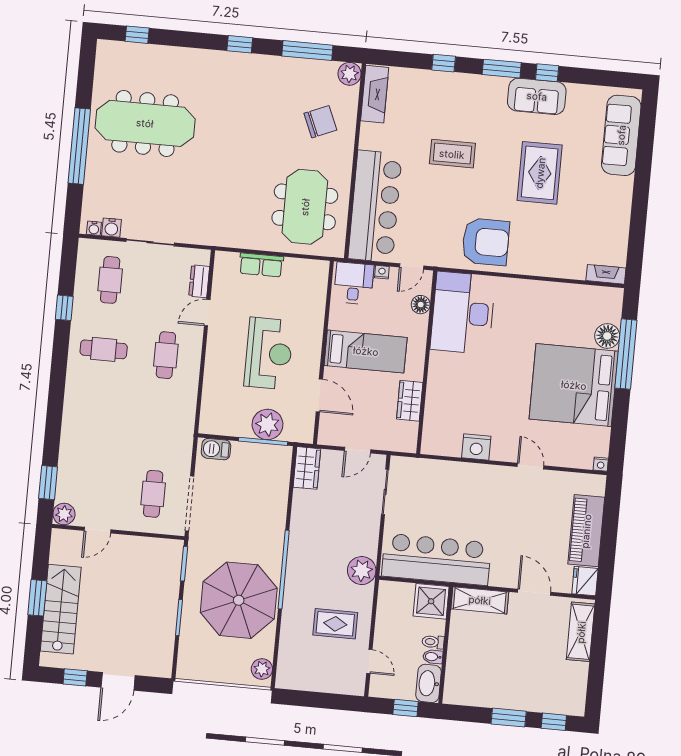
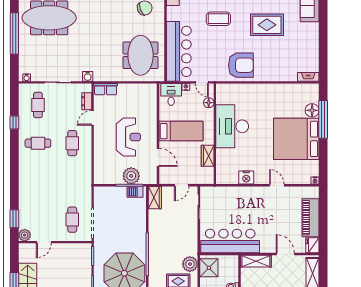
rug: (540, 173) -> (267, 25), turned 90
water cooler: (111, 228) -> (88, 76), moved
row of seats: (261, 265) -> (106, 89), moved
door: (412, 267) -> (202, 82), hinge flipped
desk: (463, 313) -> (232, 126), moved
barbecue: (216, 449) -> (135, 192), moved
plant: (362, 571) -> (190, 264), moved
shower: (431, 601) -> (209, 268), moved

